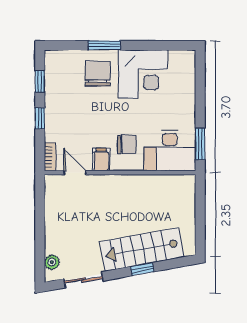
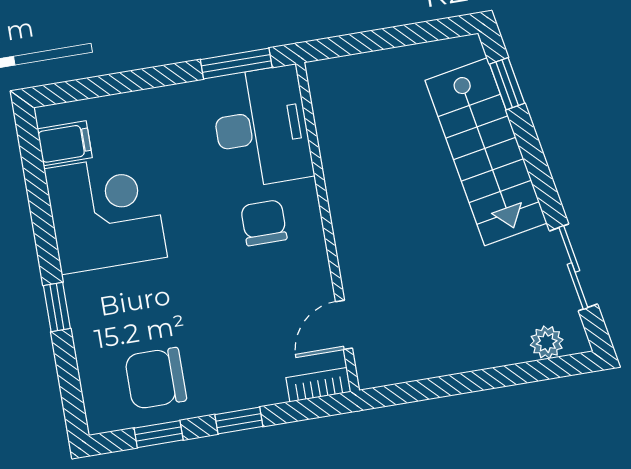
window: (104, 45) -> (57, 307), width x0.67
chair: (98, 74) -> (156, 378), moved
filing cabinet: (101, 160) -> (65, 143), moved, turned 180
window: (142, 269) -> (507, 84), moved

